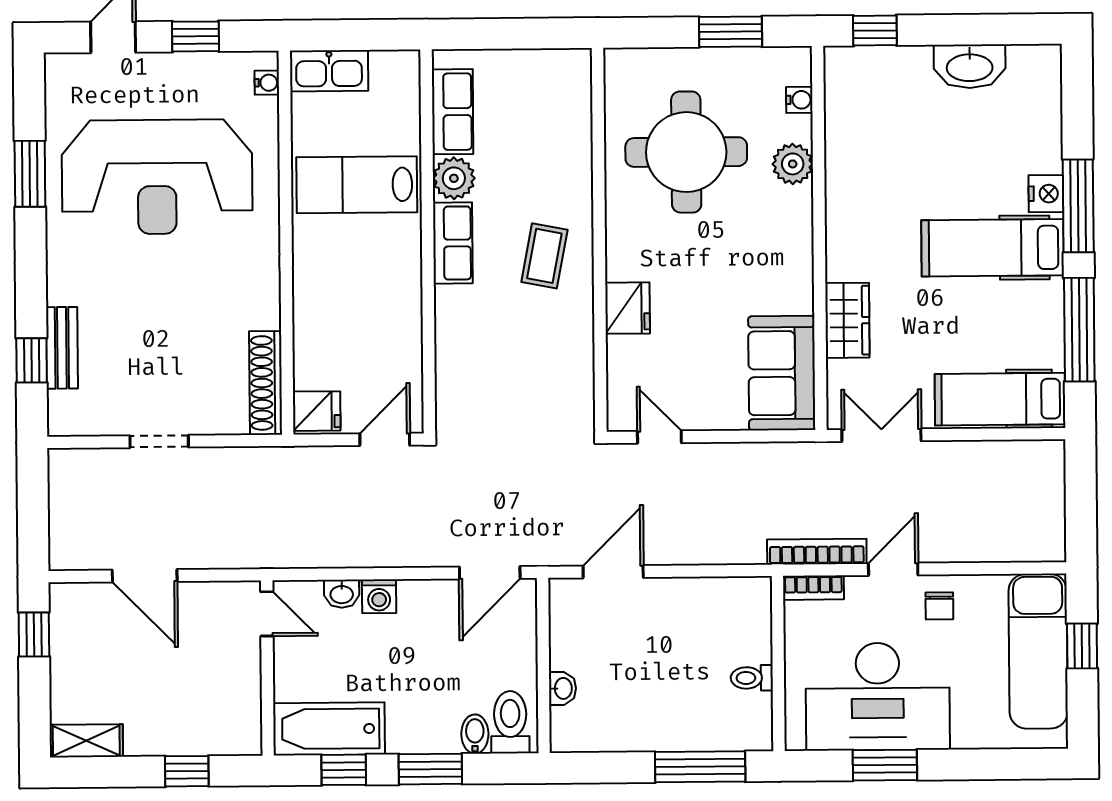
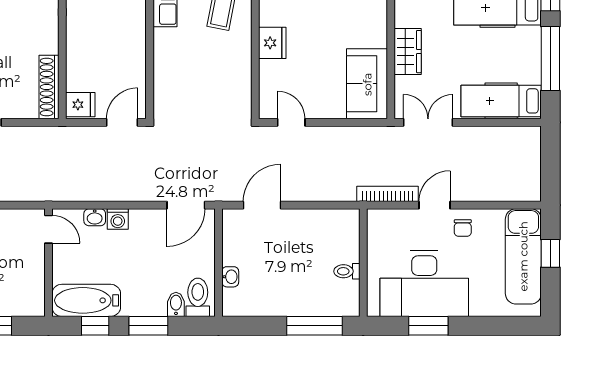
bookcase: (813, 588) -> (385, 216), removed

